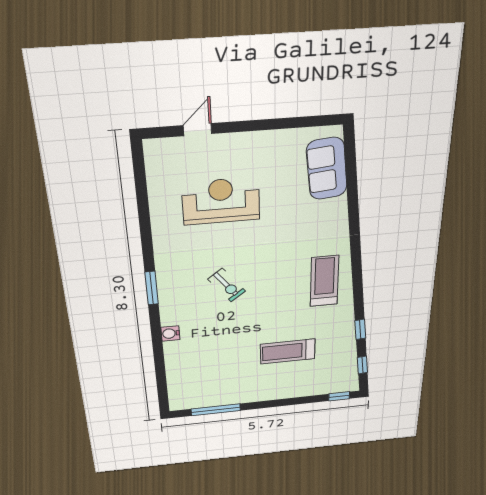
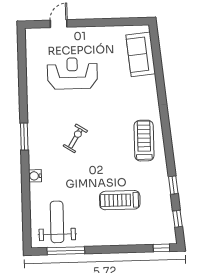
exercise bike: (227, 285) -> (75, 138), turned -111
weight bench: (203, 381) -> (57, 222), added

